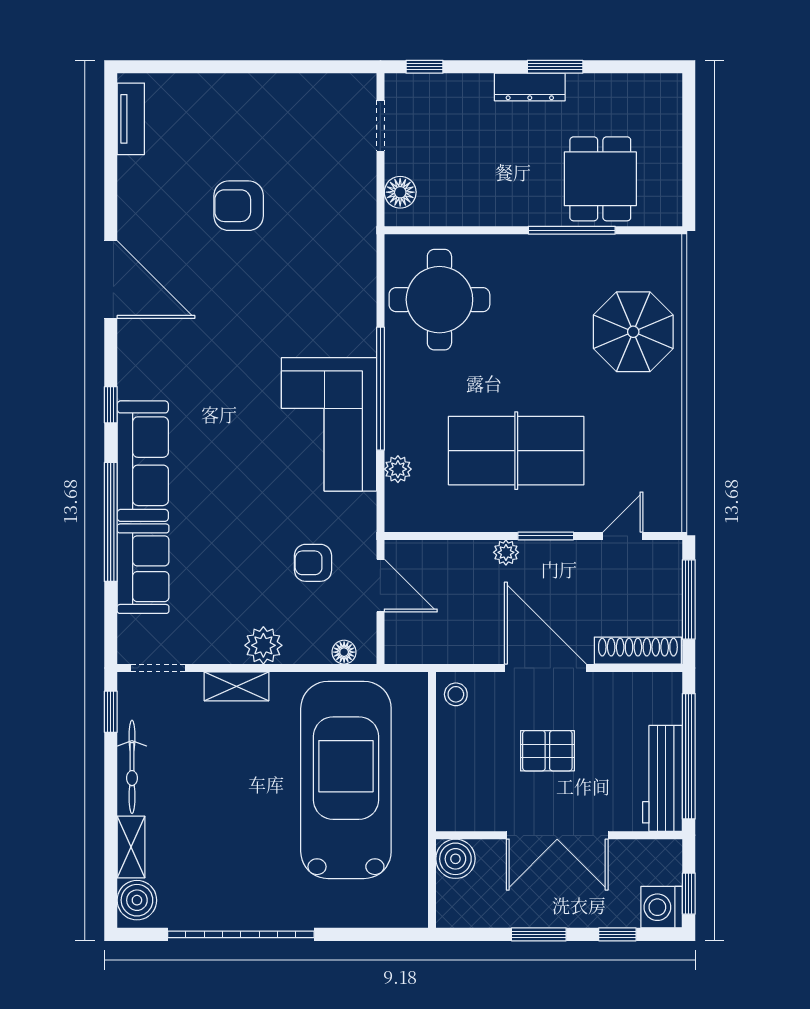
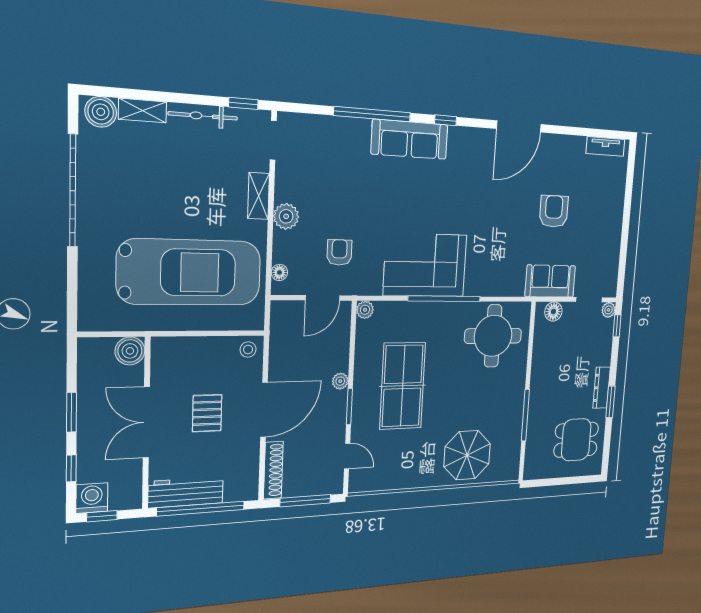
plant: (397, 86) -> (609, 310), added
dining table: (600, 179) -> (576, 440), moved
plant: (398, 469) -> (365, 310), moved
sofa: (143, 569) -> (550, 281), moved, turned 180

